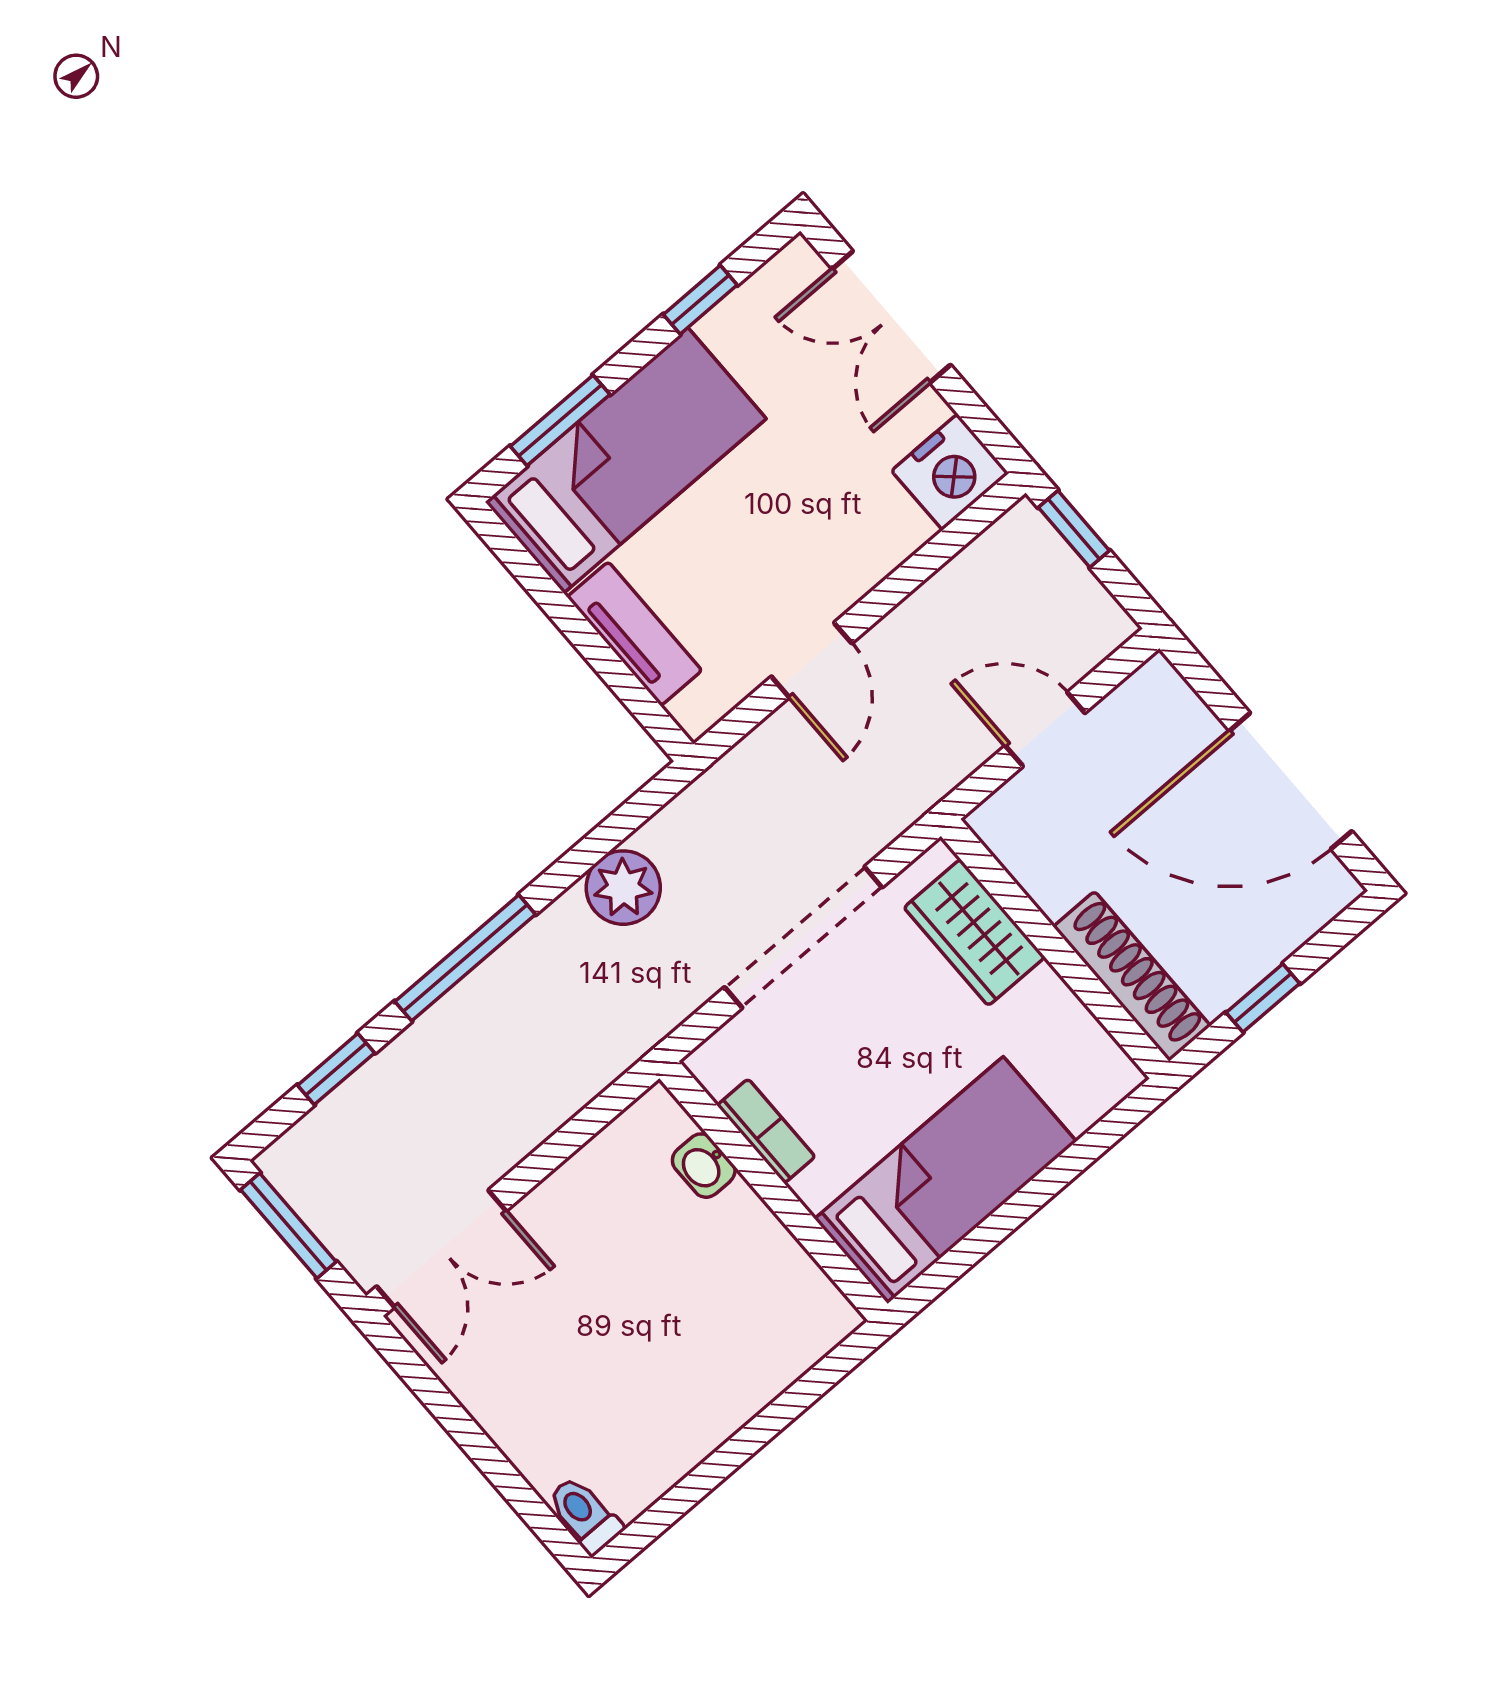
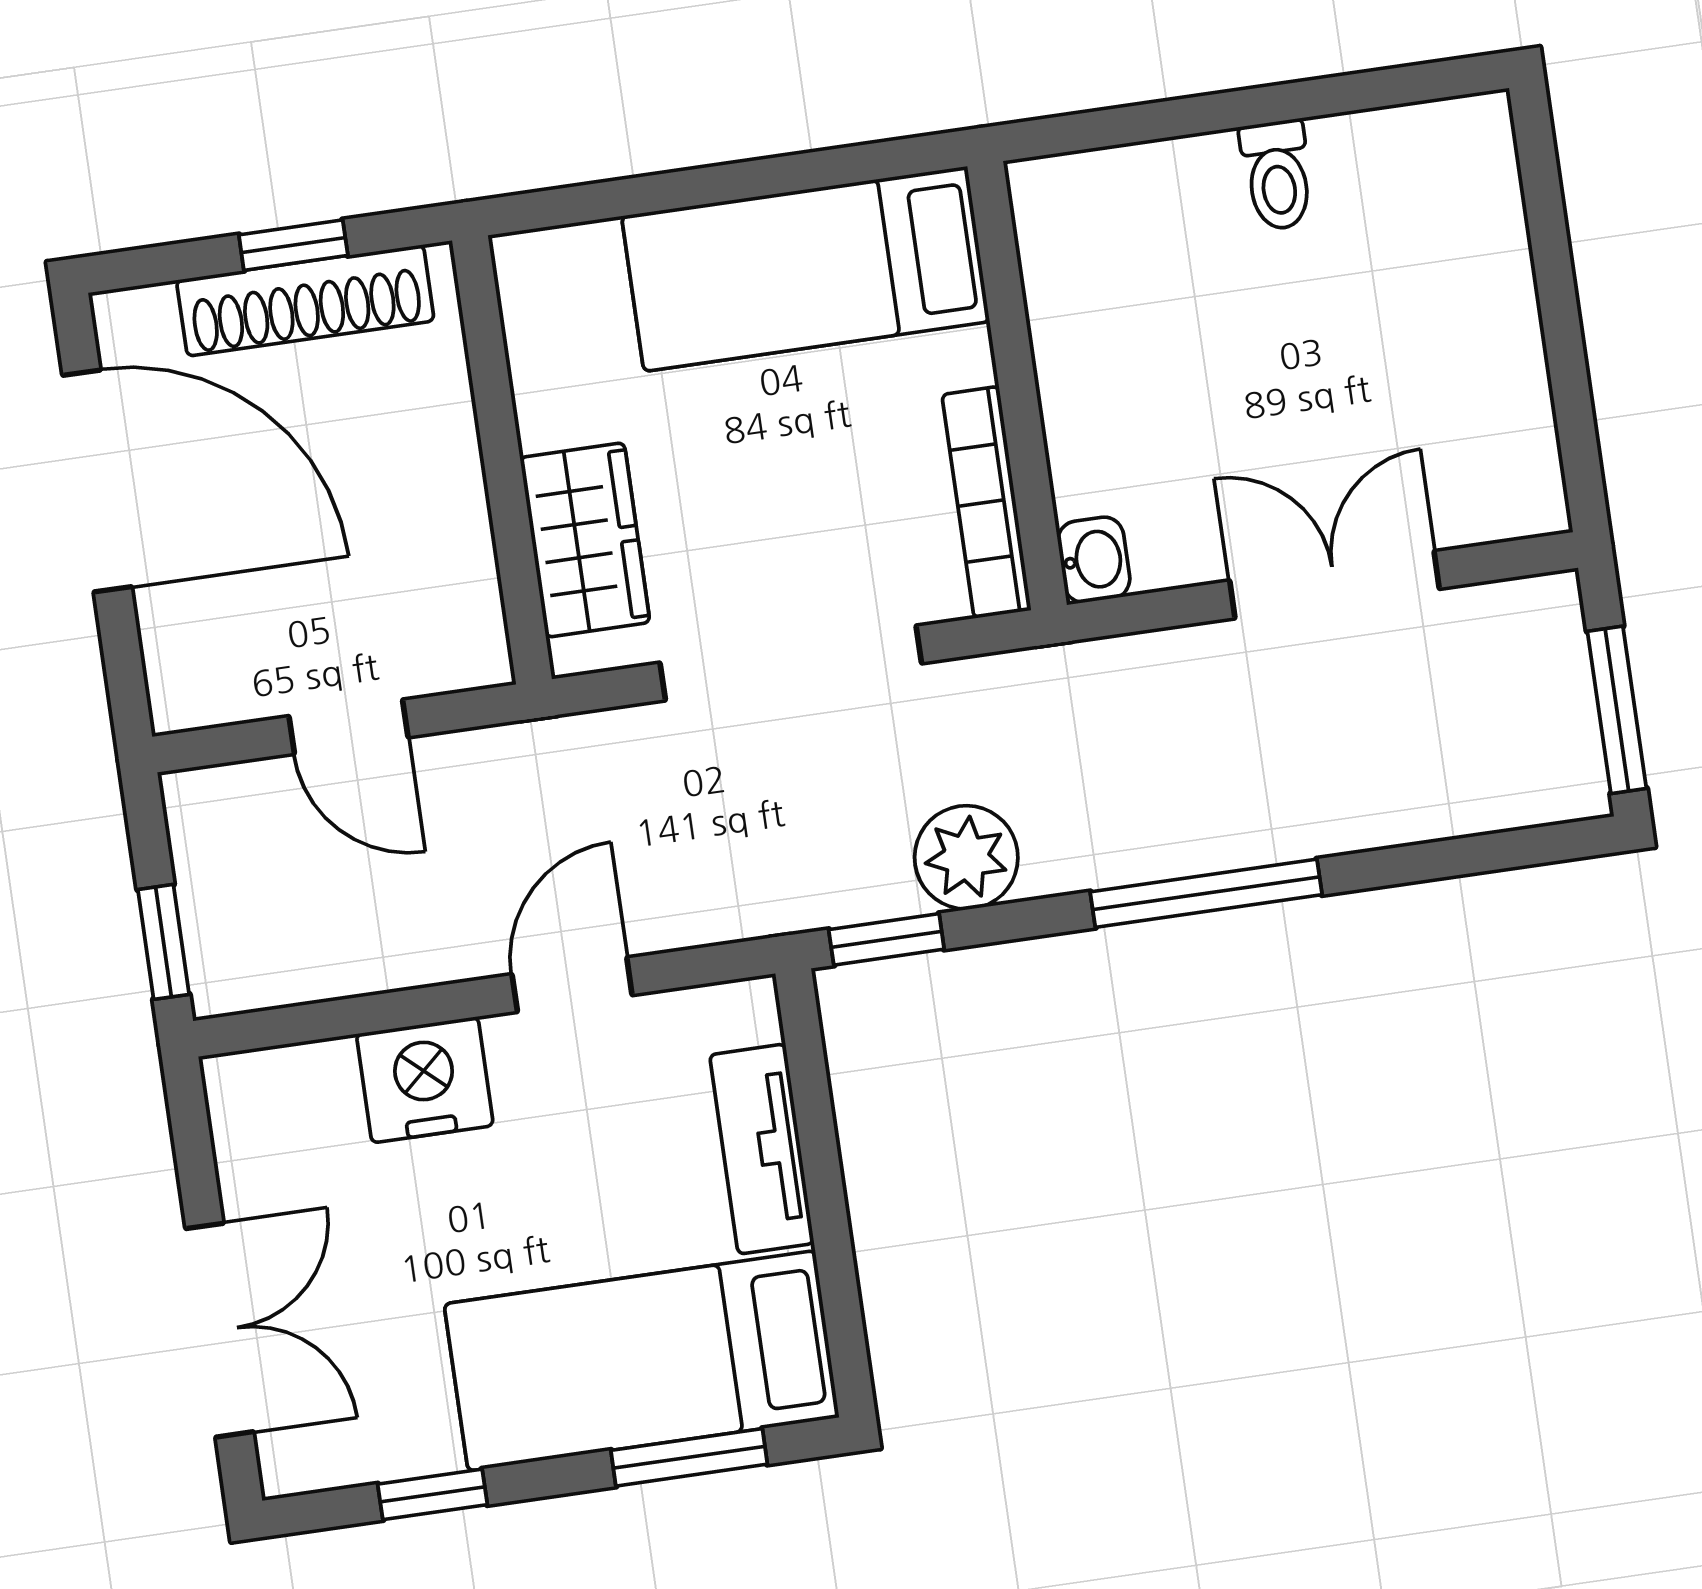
nightstand: (950, 472) -> (425, 1080), moved
shoe rack: (1132, 976) -> (305, 300), moved, turned -90
window: (336, 1069) -> (886, 939), moved
bookcase: (766, 1131) -> (987, 502), width x1.56
washbasin: (704, 1166) -> (1094, 560), moved
double door: (441, 1249) -> (1335, 585), moved
toilet: (584, 1515) -> (1277, 175), moved

